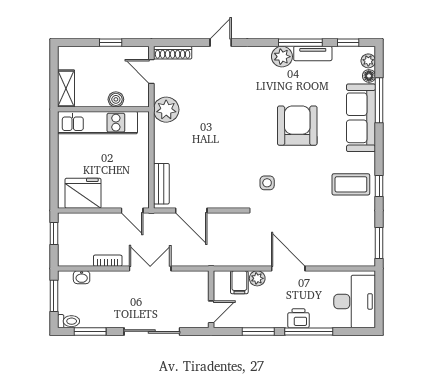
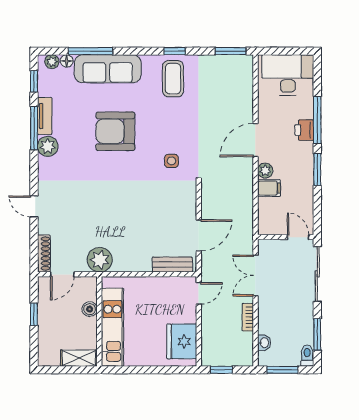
wall: (211, 299) -> (286, 237), moved
door: (211, 312) -> (298, 237), moved

